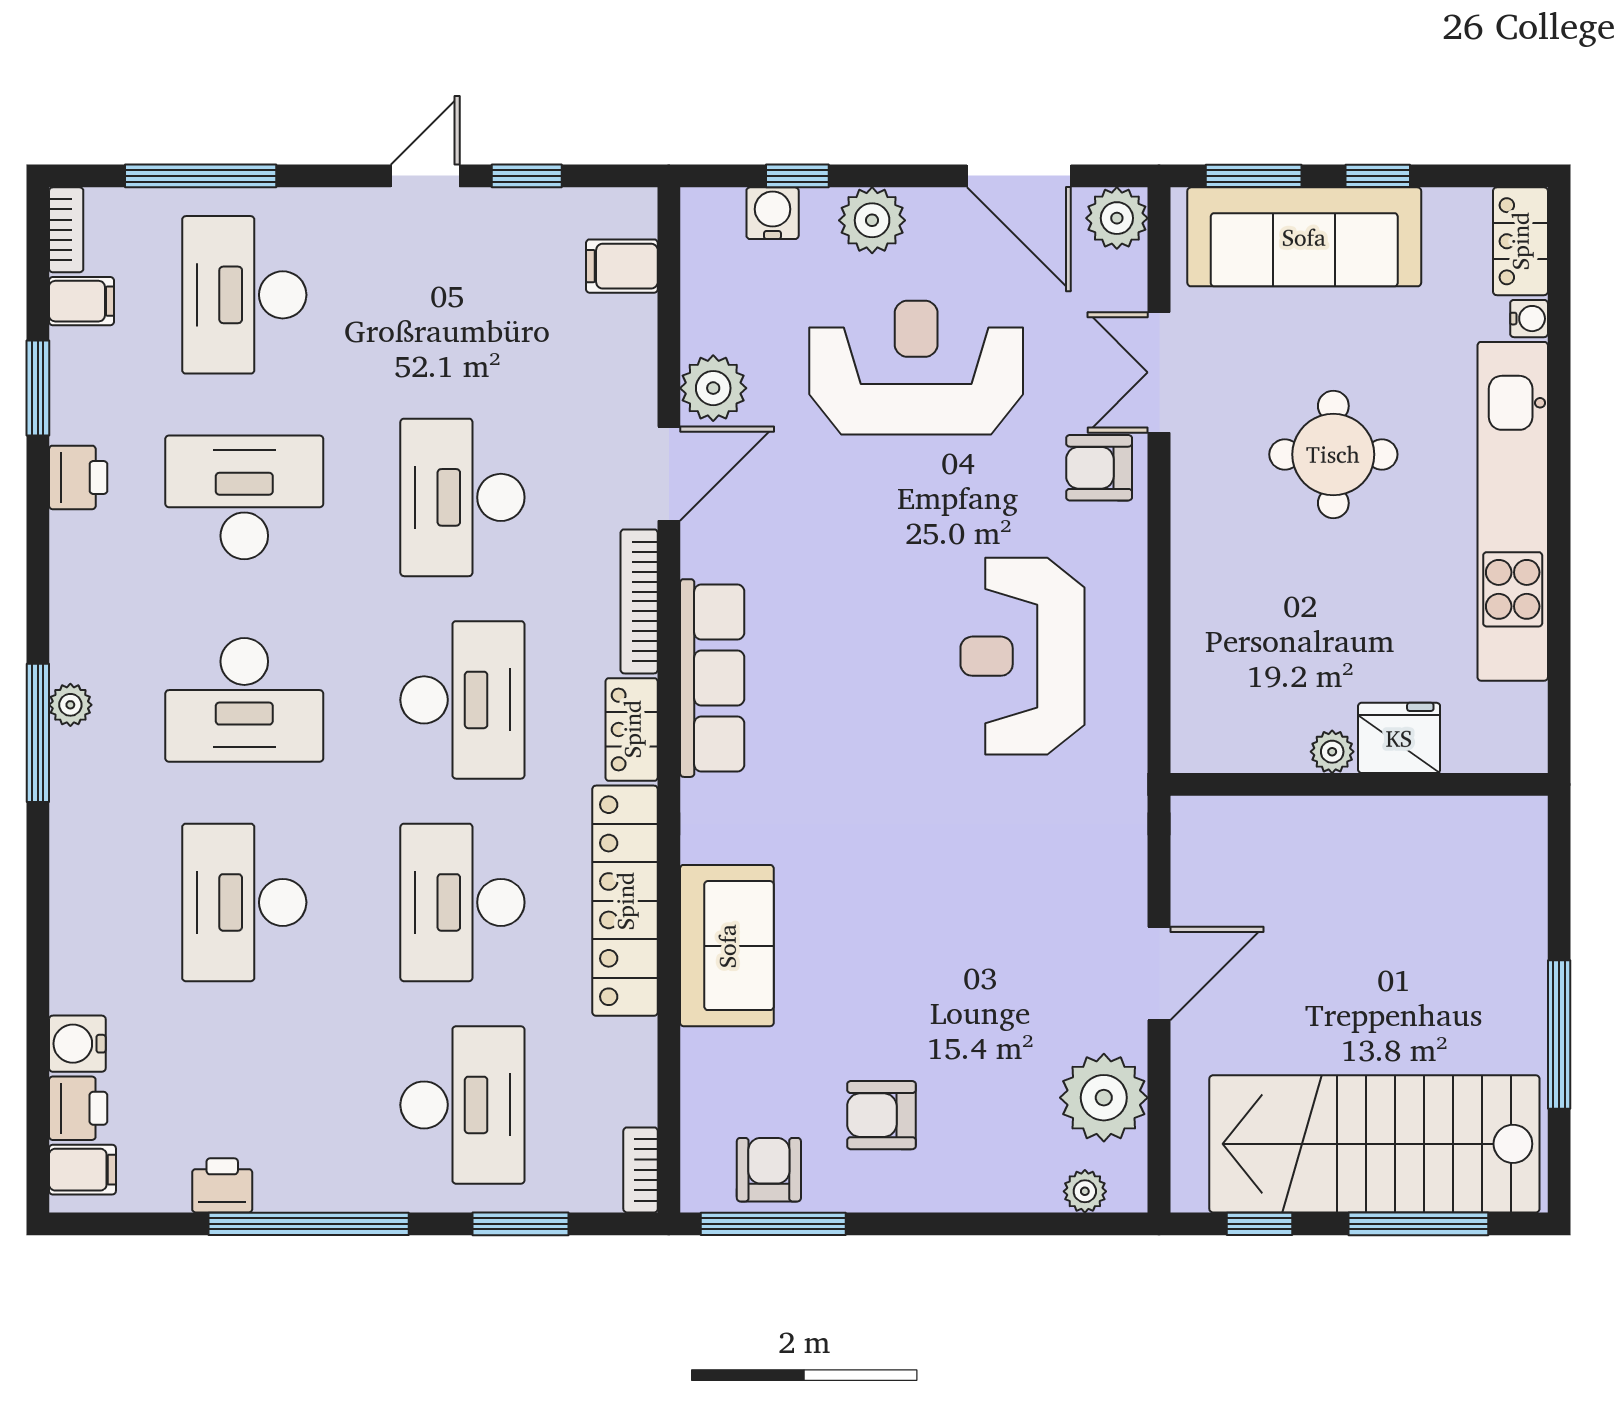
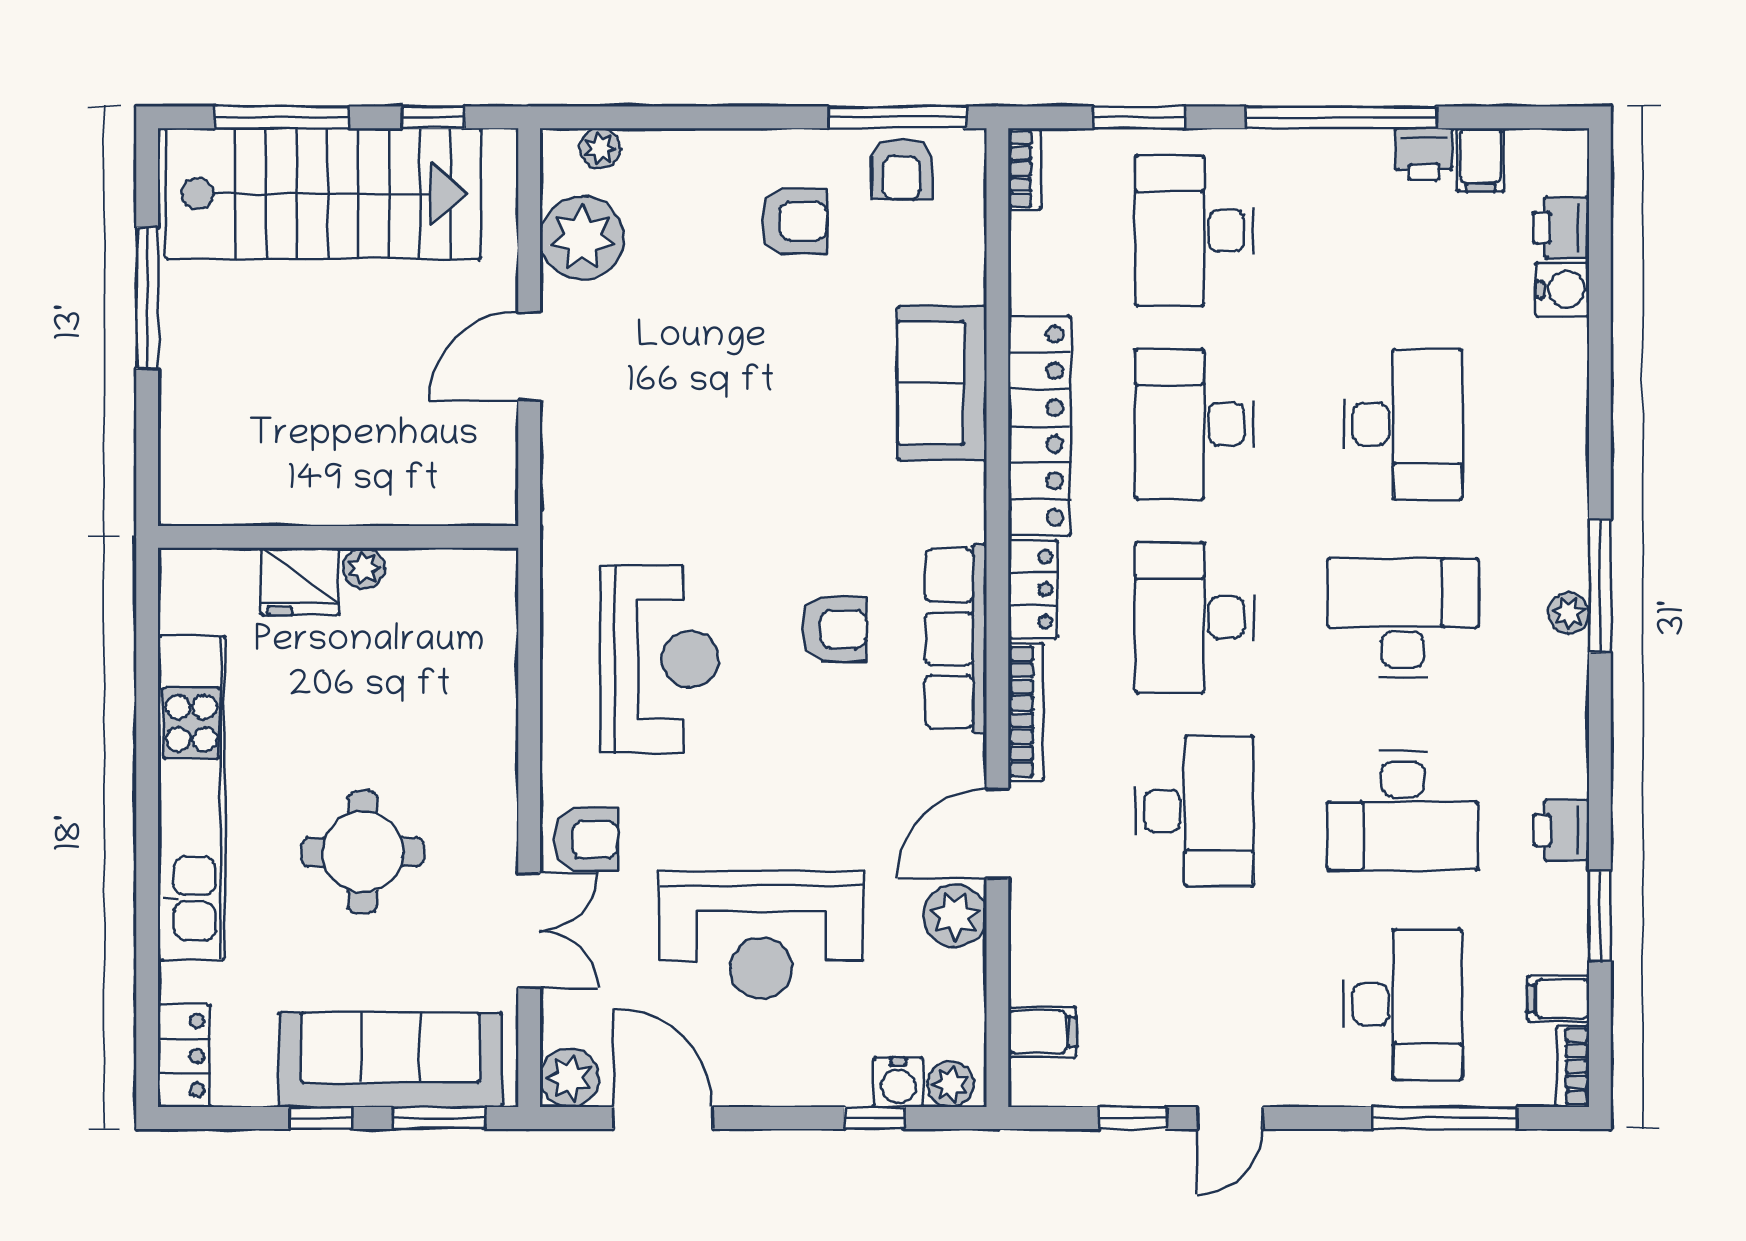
plant: (872, 220) -> (950, 1084), moved, width x0.73, depth x0.73
water cooler: (1529, 319) -> (176, 982), removed
armchair: (840, 688) -> (834, 629), added
desk: (462, 902) -> (1194, 424), turned 180
filing cabinet: (82, 1170) -> (1481, 160), moved, turned -90

